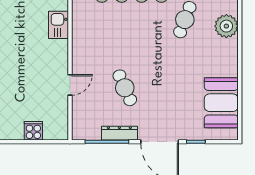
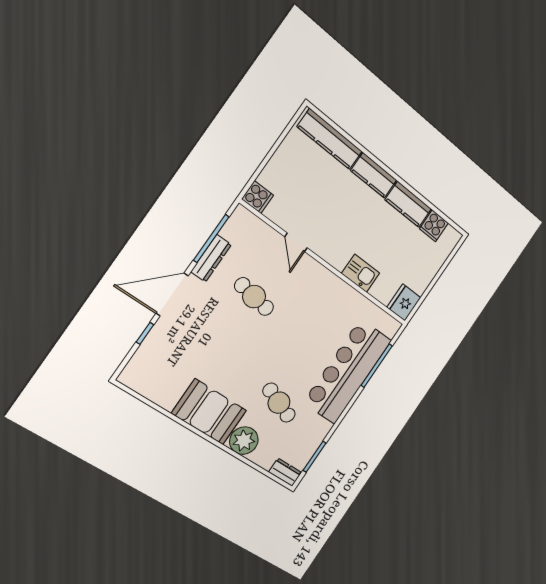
cafe table: (125, 88) -> (254, 297), turned 33
booth: (221, 103) -> (209, 412), moved
cooker: (33, 131) -> (258, 197), moved

